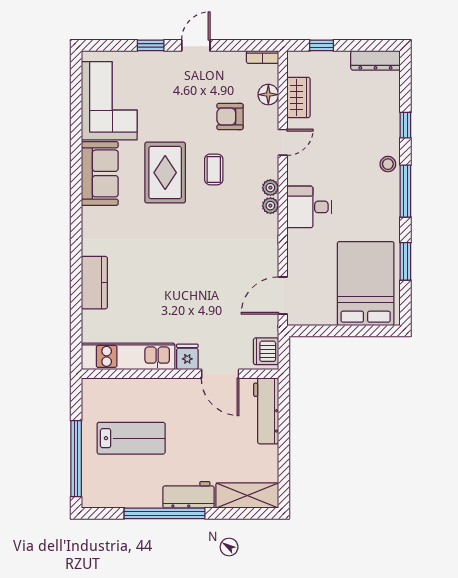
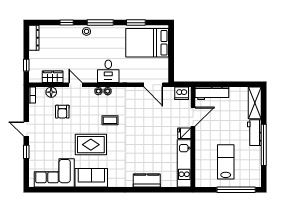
coffee table: (214, 169) -> (110, 120), moved

